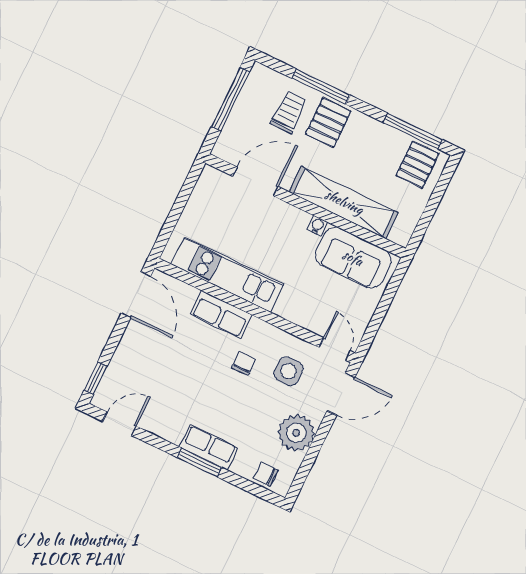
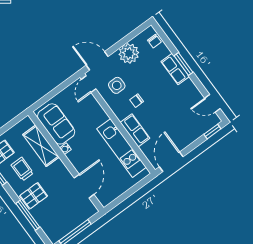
trolley: (289, 112) -> (22, 169), moved, turned 90
door: (255, 181) -> (84, 186), swing flipped
shelving: (344, 202) -> (41, 146), width x0.68

